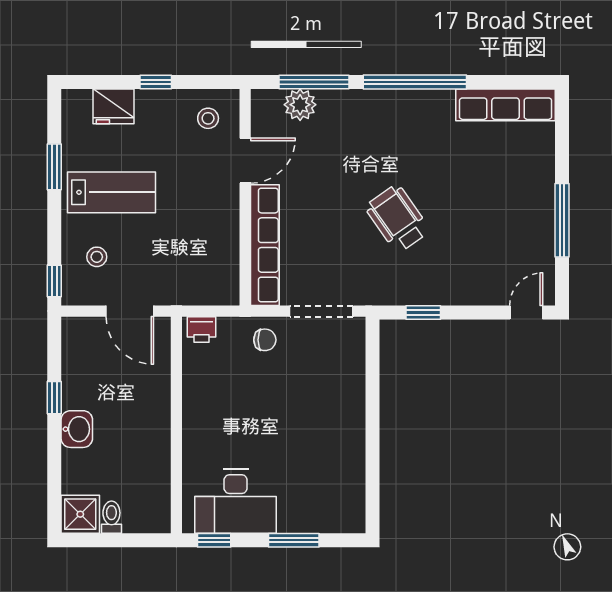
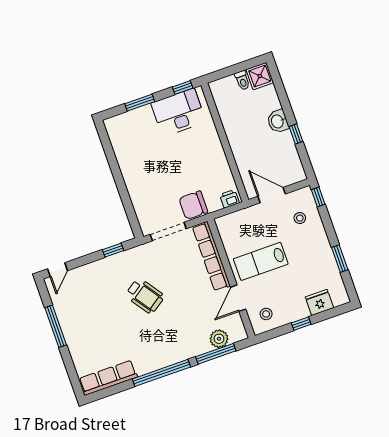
lab bench: (111, 192) -> (261, 261), moved
chair: (265, 340) -> (193, 205), width x1.87, depth x1.87

